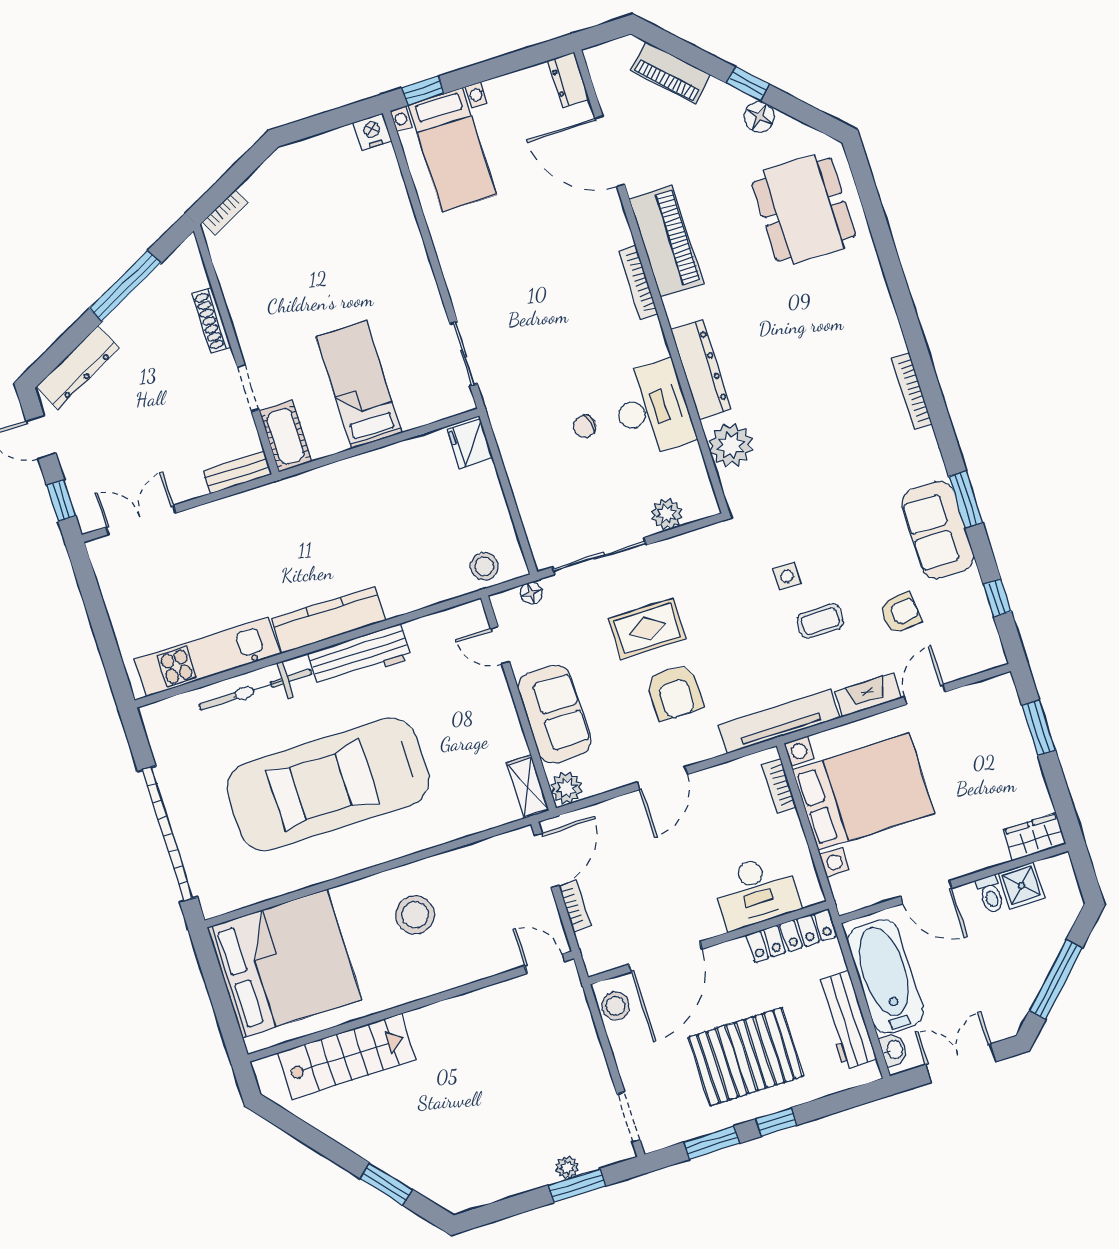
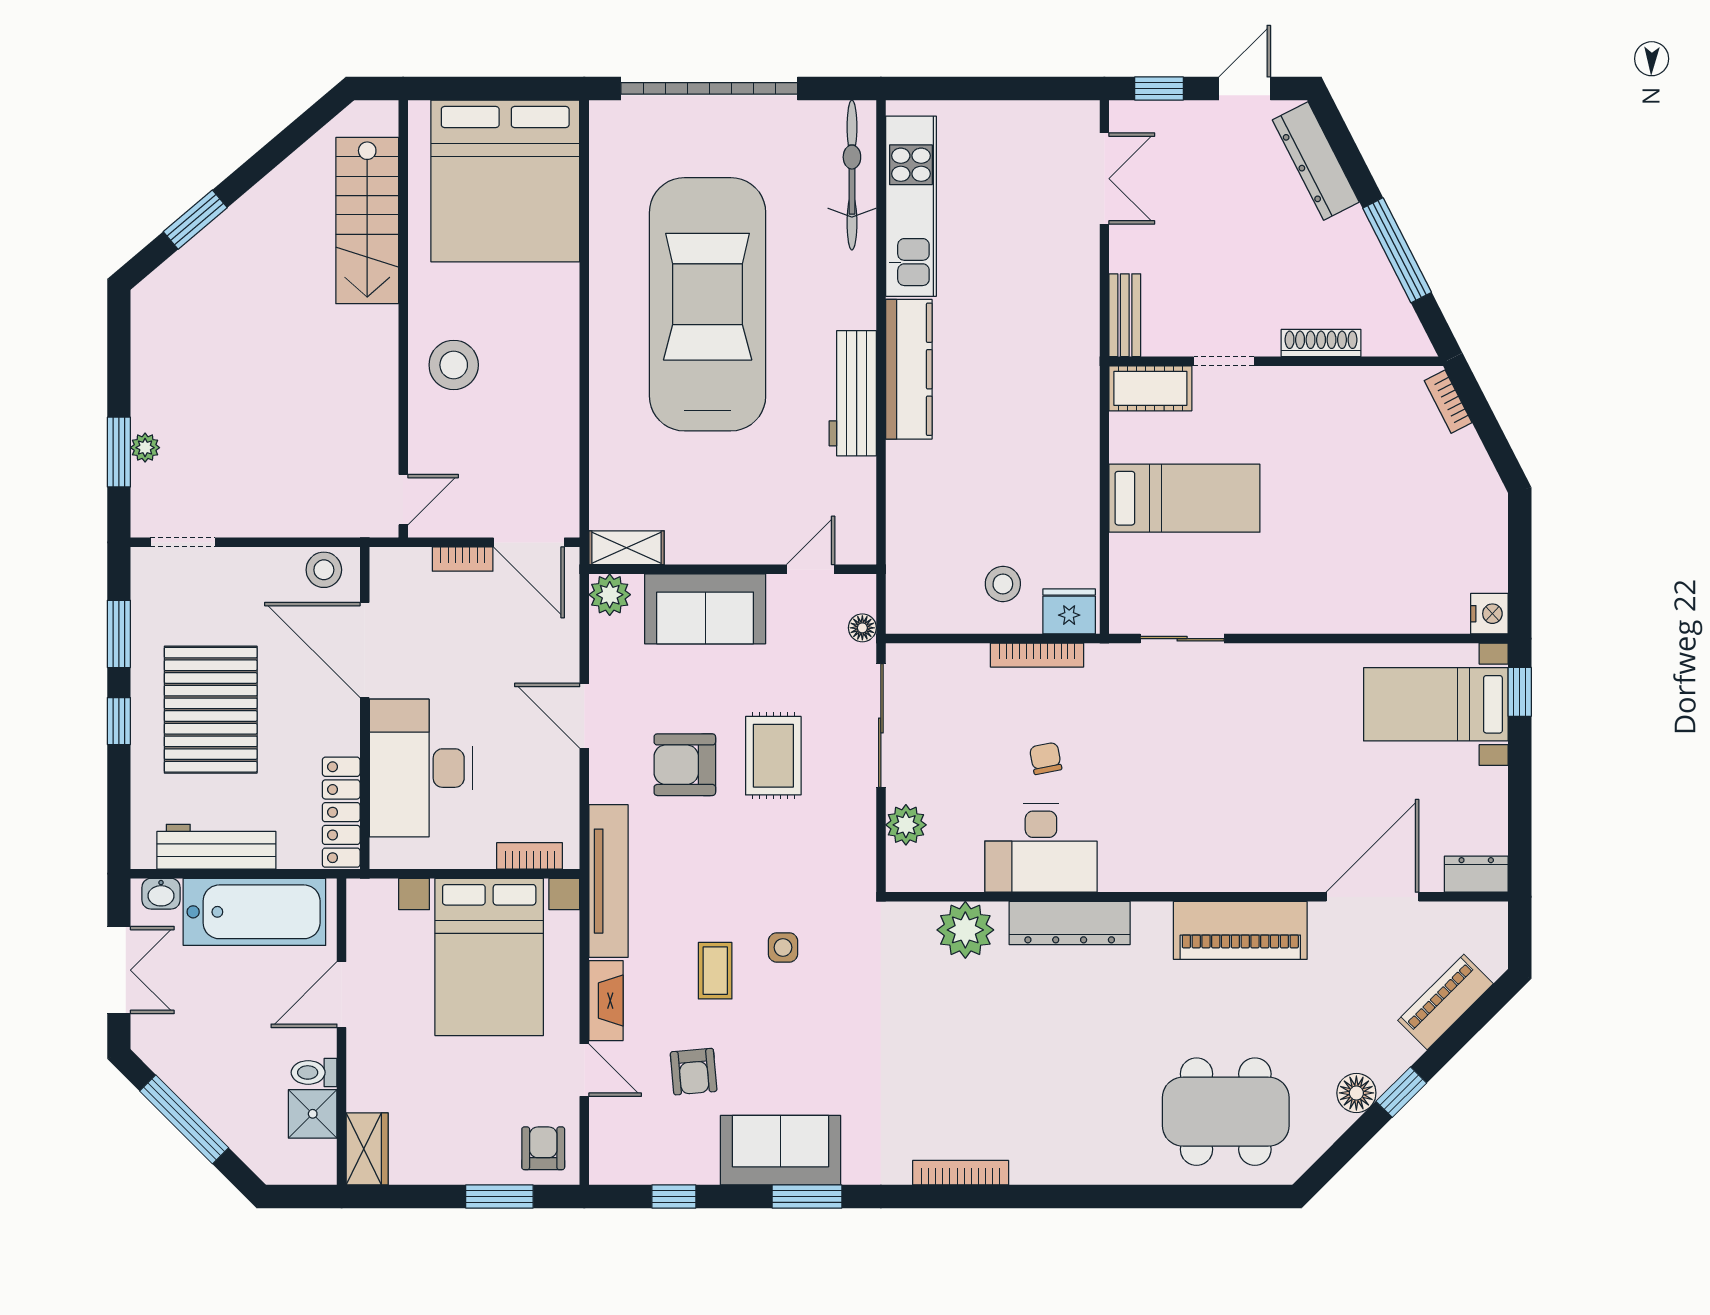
bookcase: (638, 283) -> (1037, 655), moved, turned 180
stool: (484, 566) -> (1003, 584), moved
bicycle: (255, 690) -> (852, 175), moved
armchair: (992, 706) -> (543, 1148), added
desk: (756, 892) -> (421, 768), width x1.36, depth x1.30
stool: (415, 915) -> (454, 365), moved

